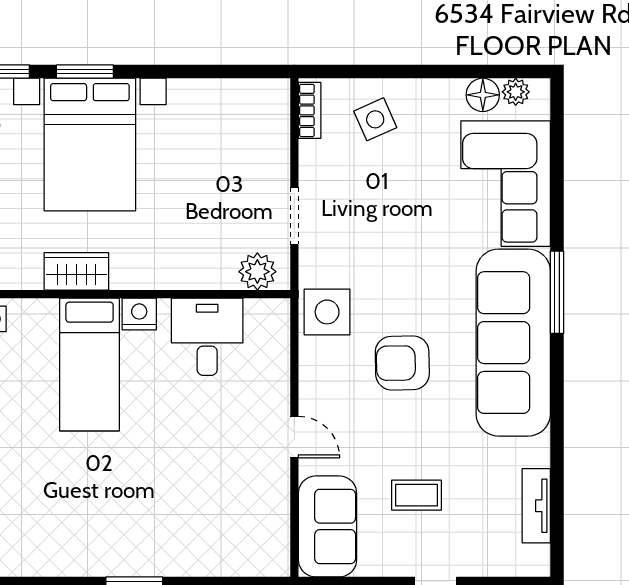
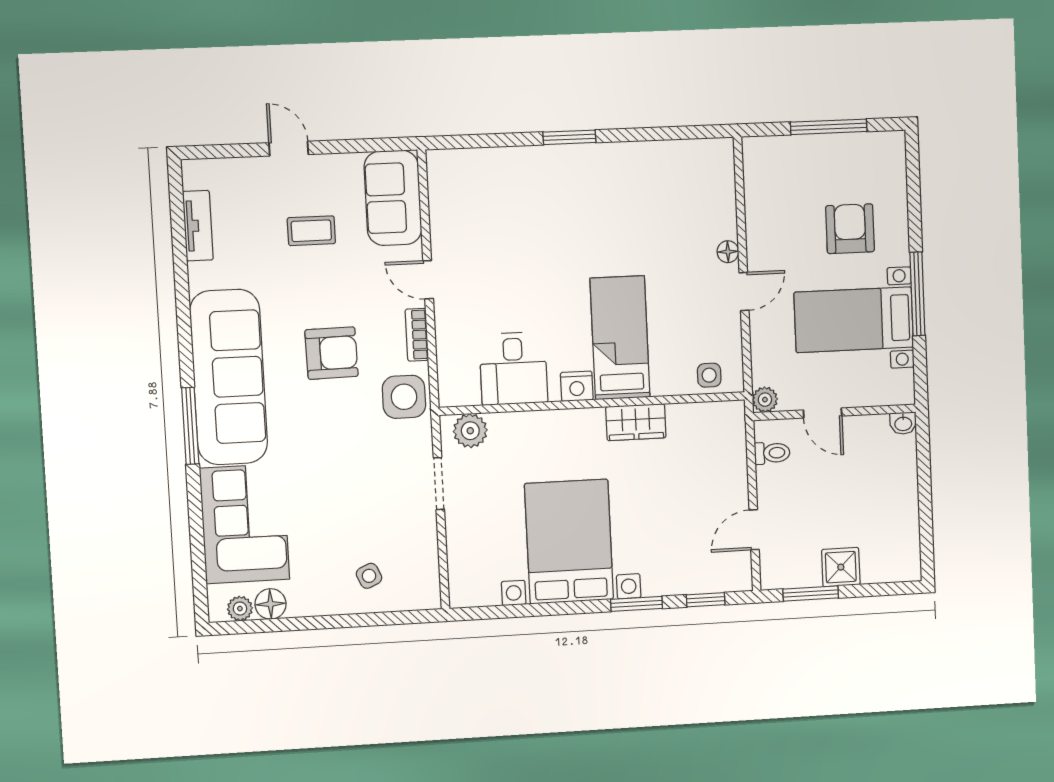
bookcase: (310, 110) -> (417, 335), moved
side table: (375, 119) -> (369, 576), width x0.73, depth x0.73
bed with nightstands: (90, 144) -> (569, 542), moved

